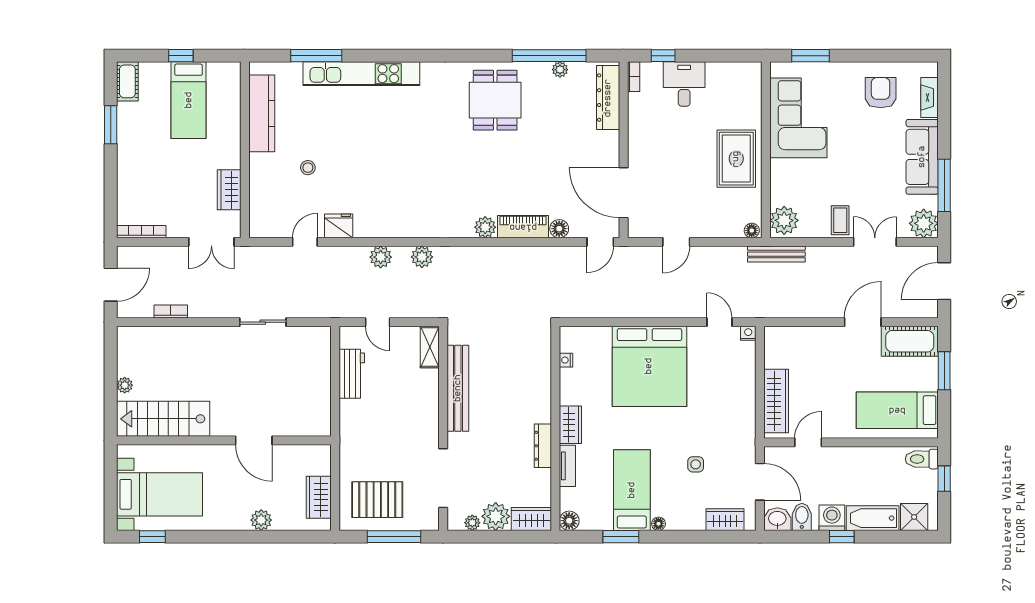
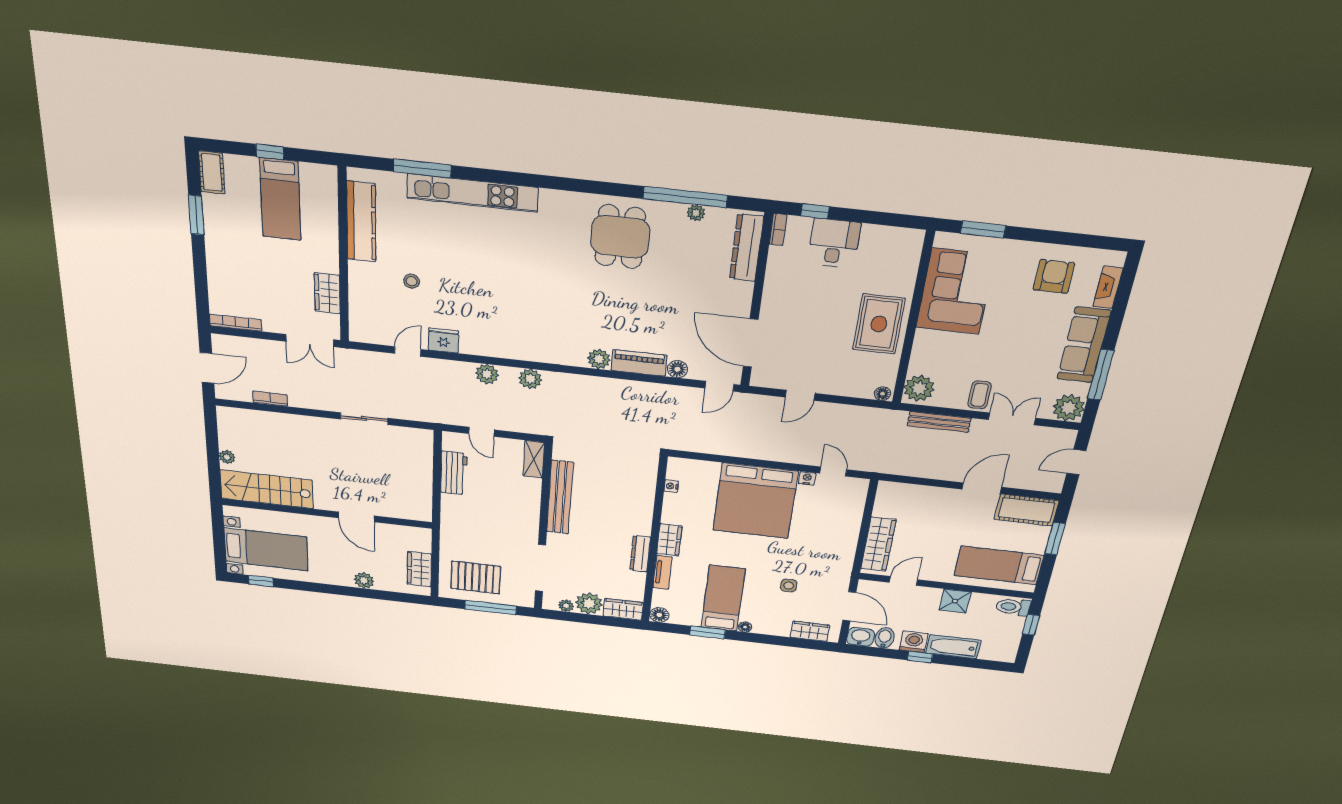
bench: (776, 254) -> (939, 422), moved
door: (944, 281) -> (1076, 462), width x0.73
nightstand: (748, 333) -> (807, 478), moved
shower: (914, 517) -> (955, 601), moved

